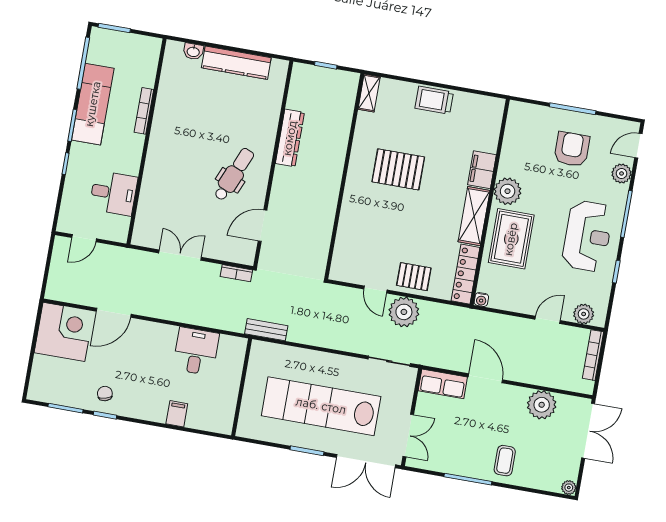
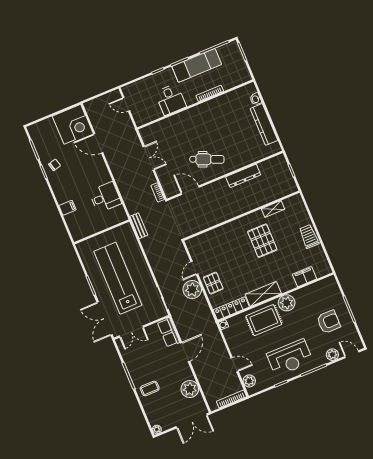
shelving: (369, 93) -> (273, 209), moved
filing cabinet: (482, 170) -> (305, 277), moved
desk: (113, 193) -> (171, 99), moved

